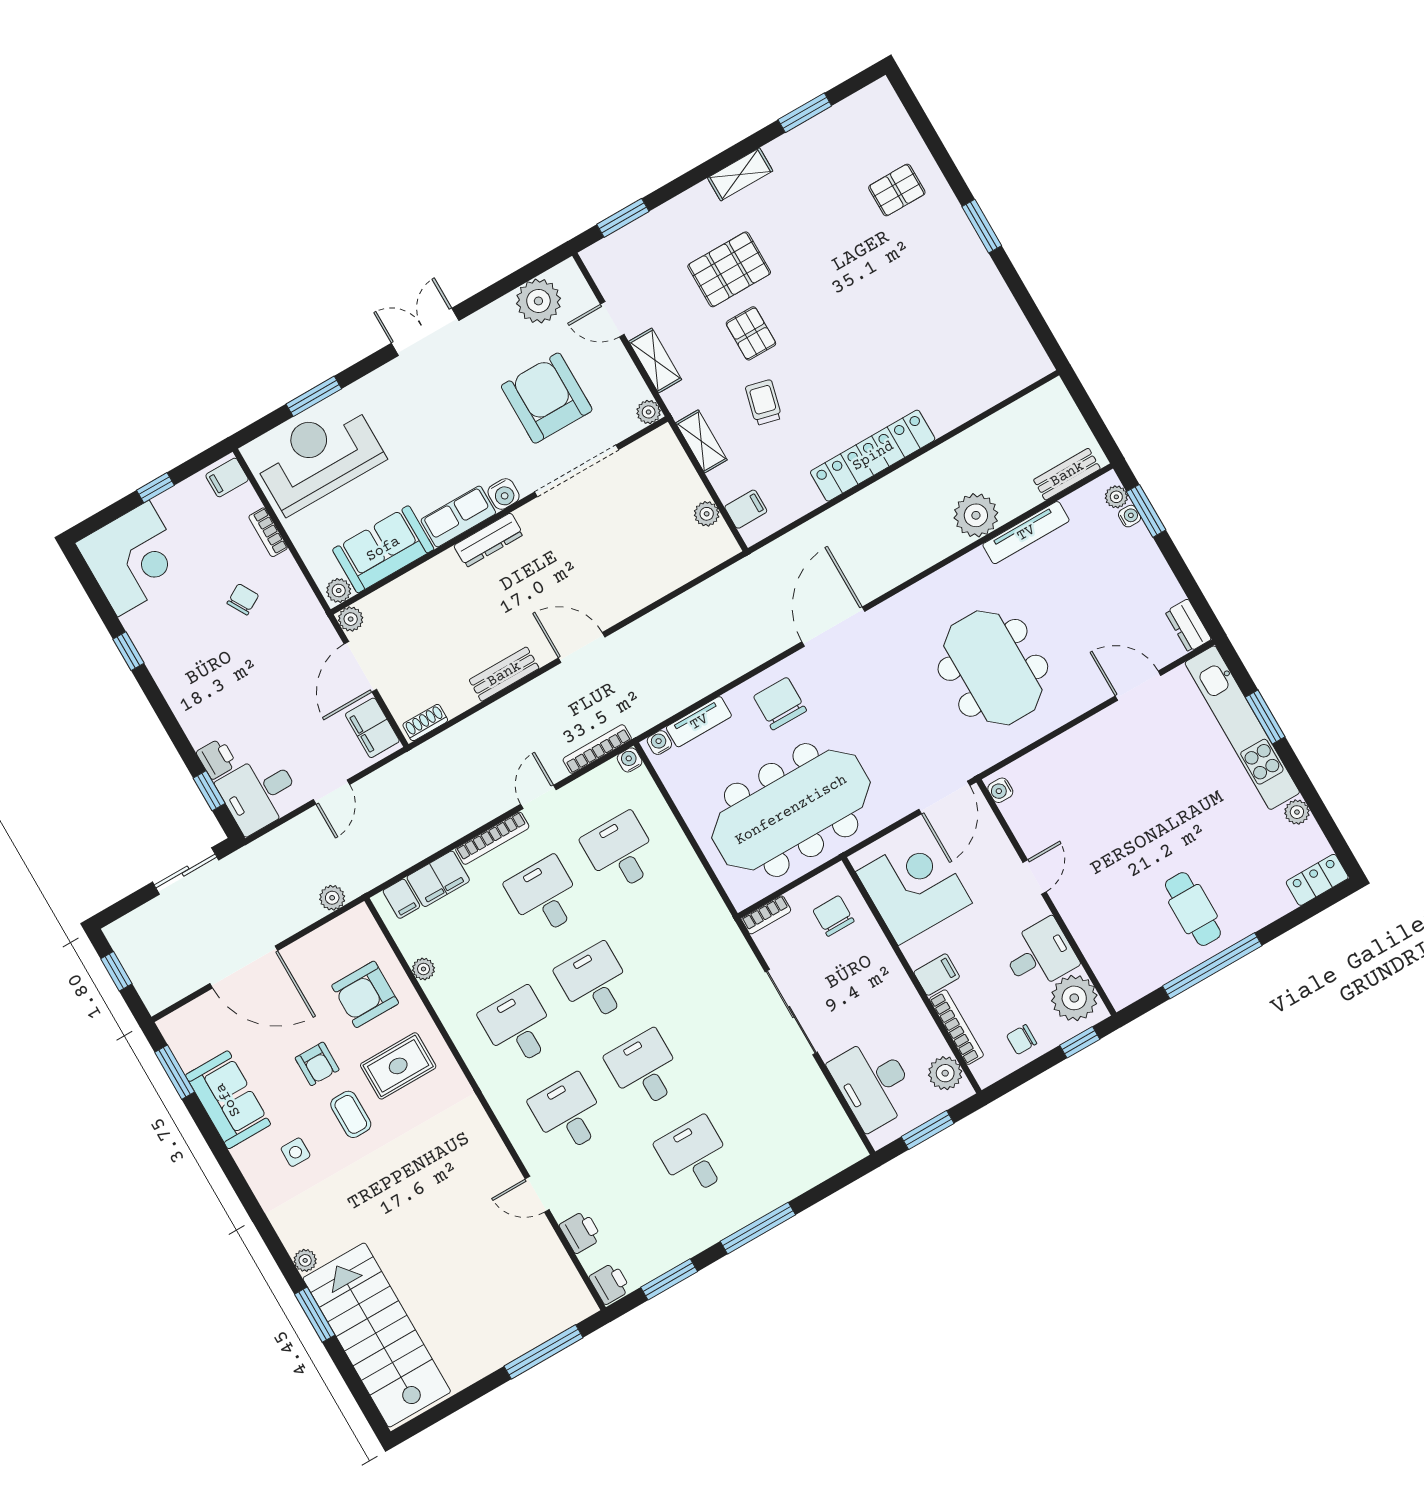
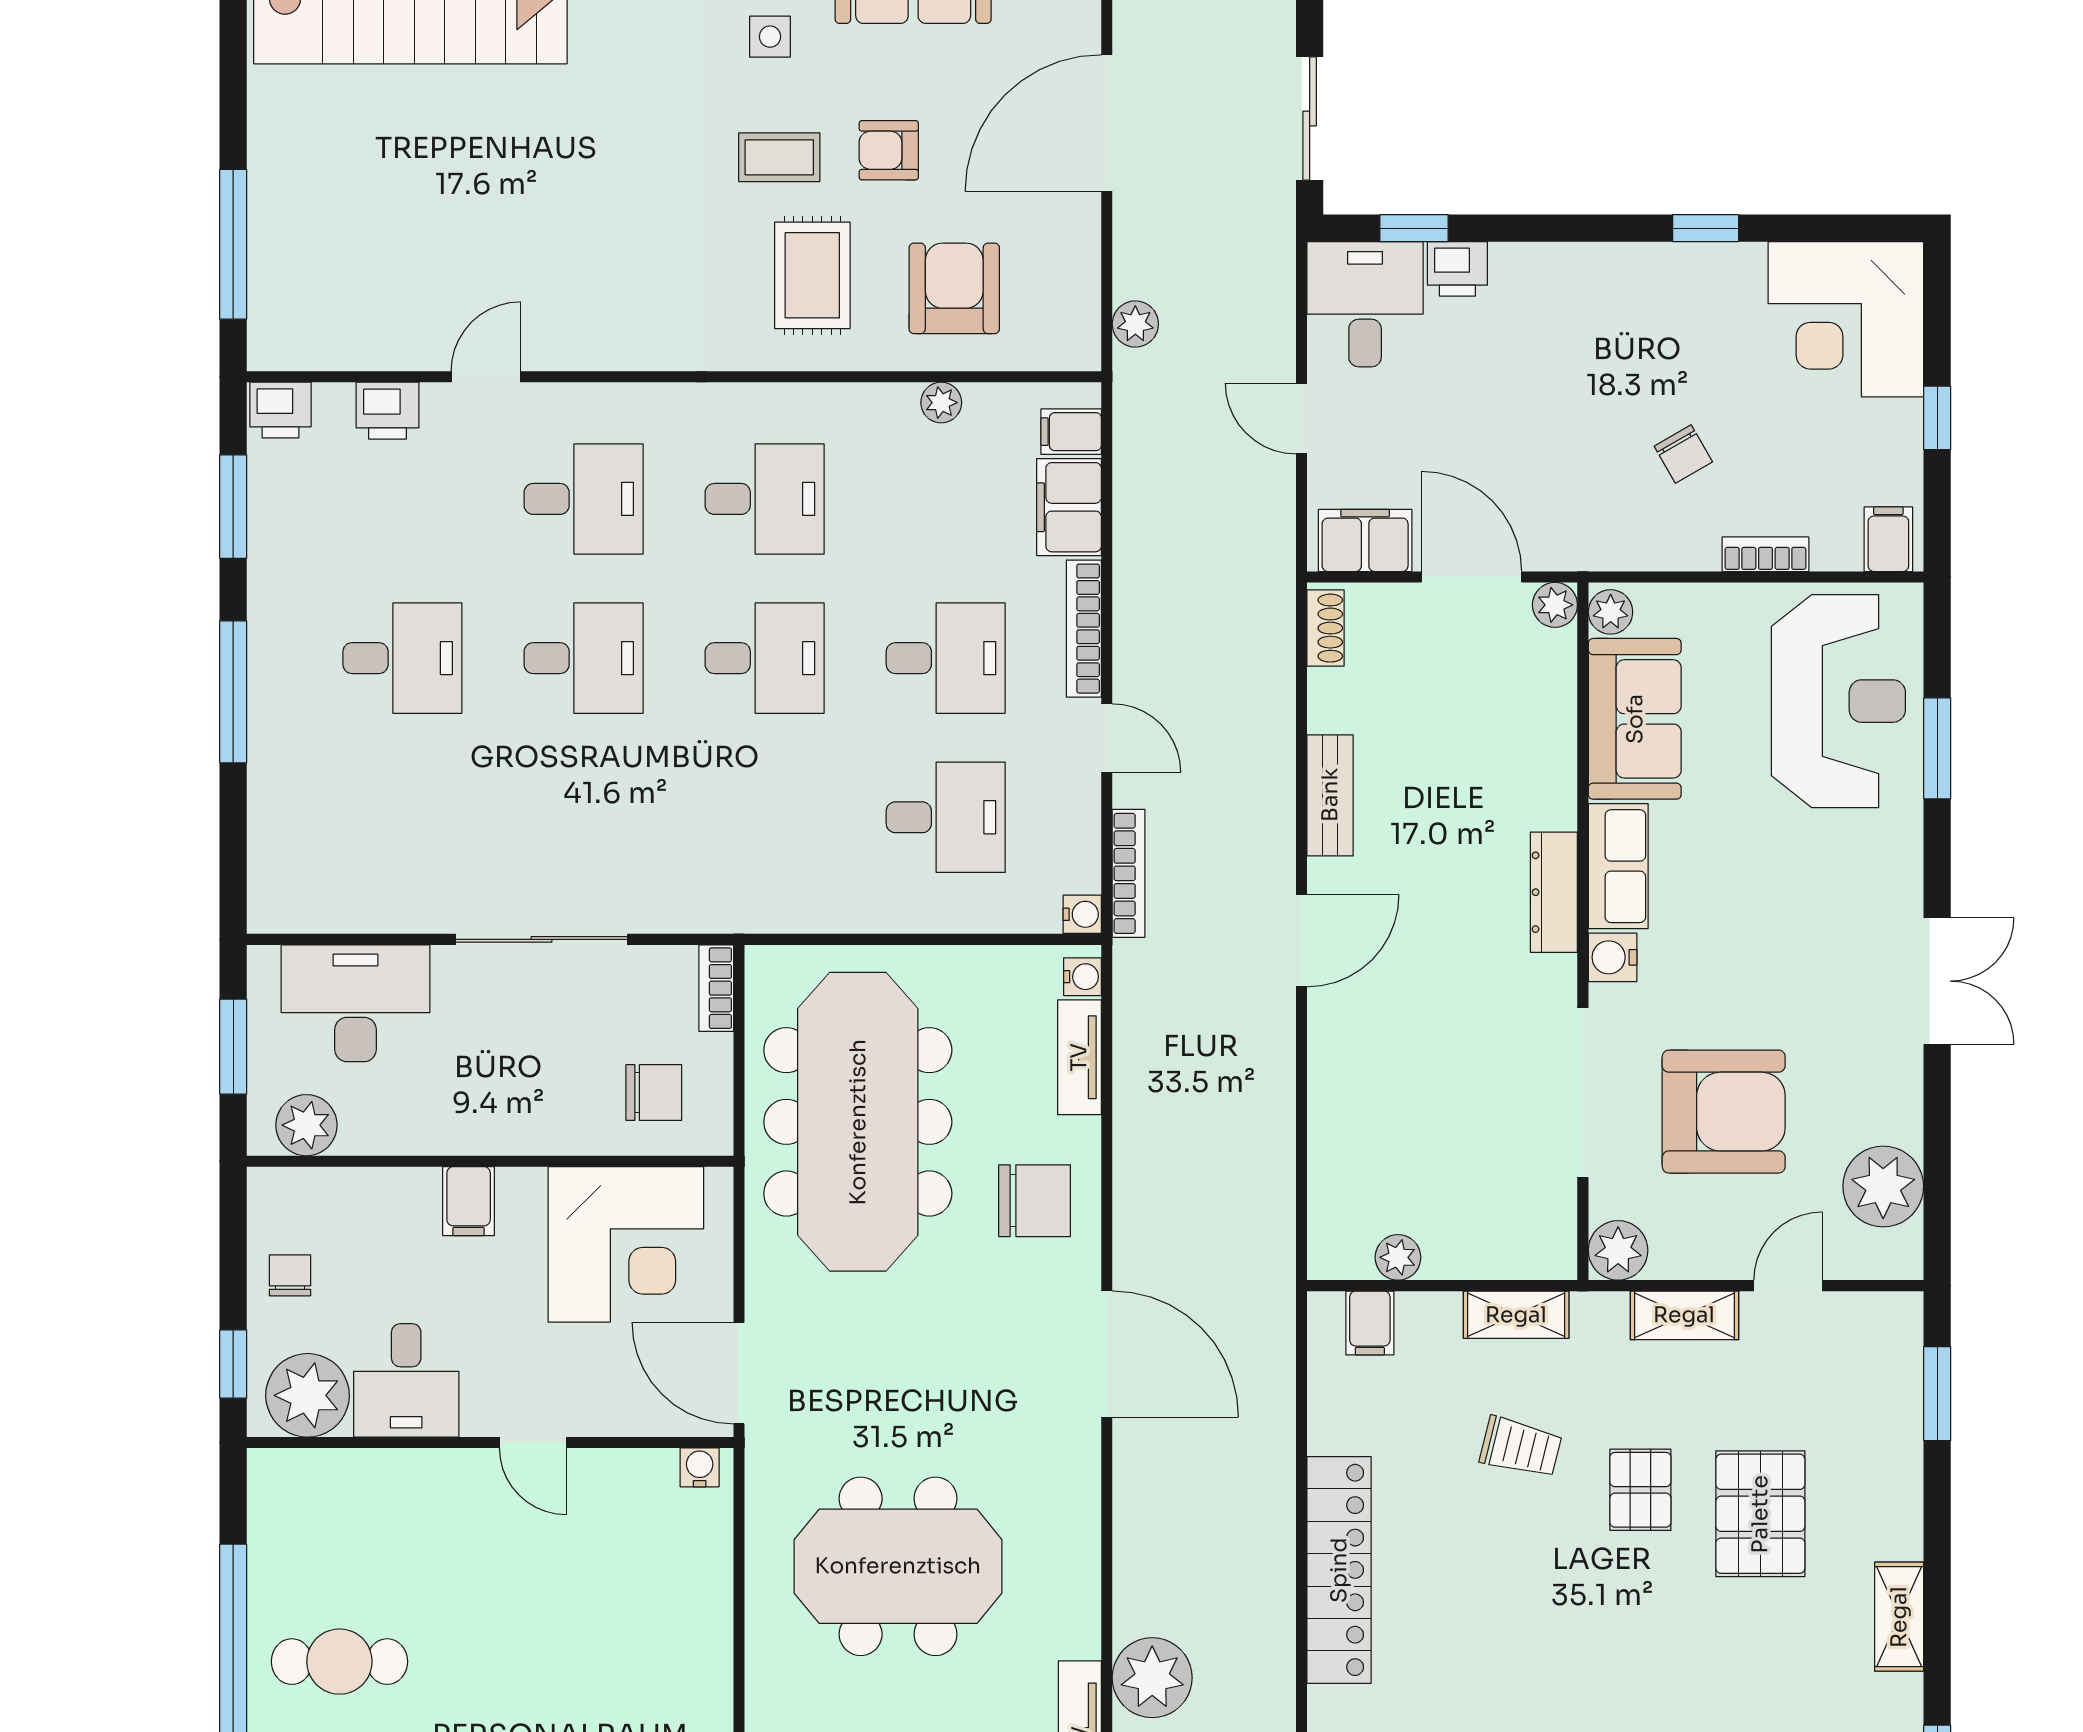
pallet: (751, 333) -> (1640, 1490), turned 90
plant: (649, 412) -> (1618, 1250), width x1.38, depth x1.38
bookcase: (956, 1027) -> (368, 1185), removed

